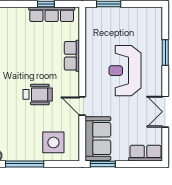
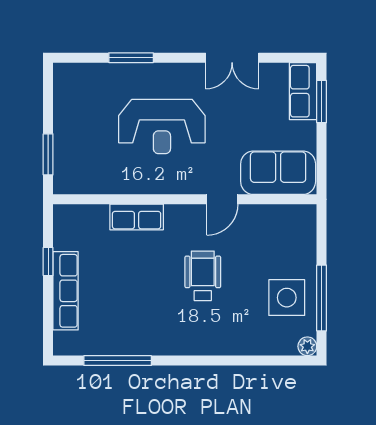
row of seats: (52, 14) -> (66, 291), moved
side table: (53, 142) -> (287, 298), moved
window: (103, 164) -> (322, 102), moved

